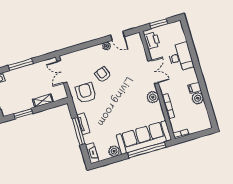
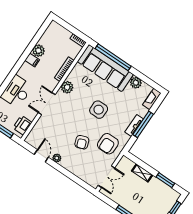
side table: (117, 107) -> (99, 110), added

